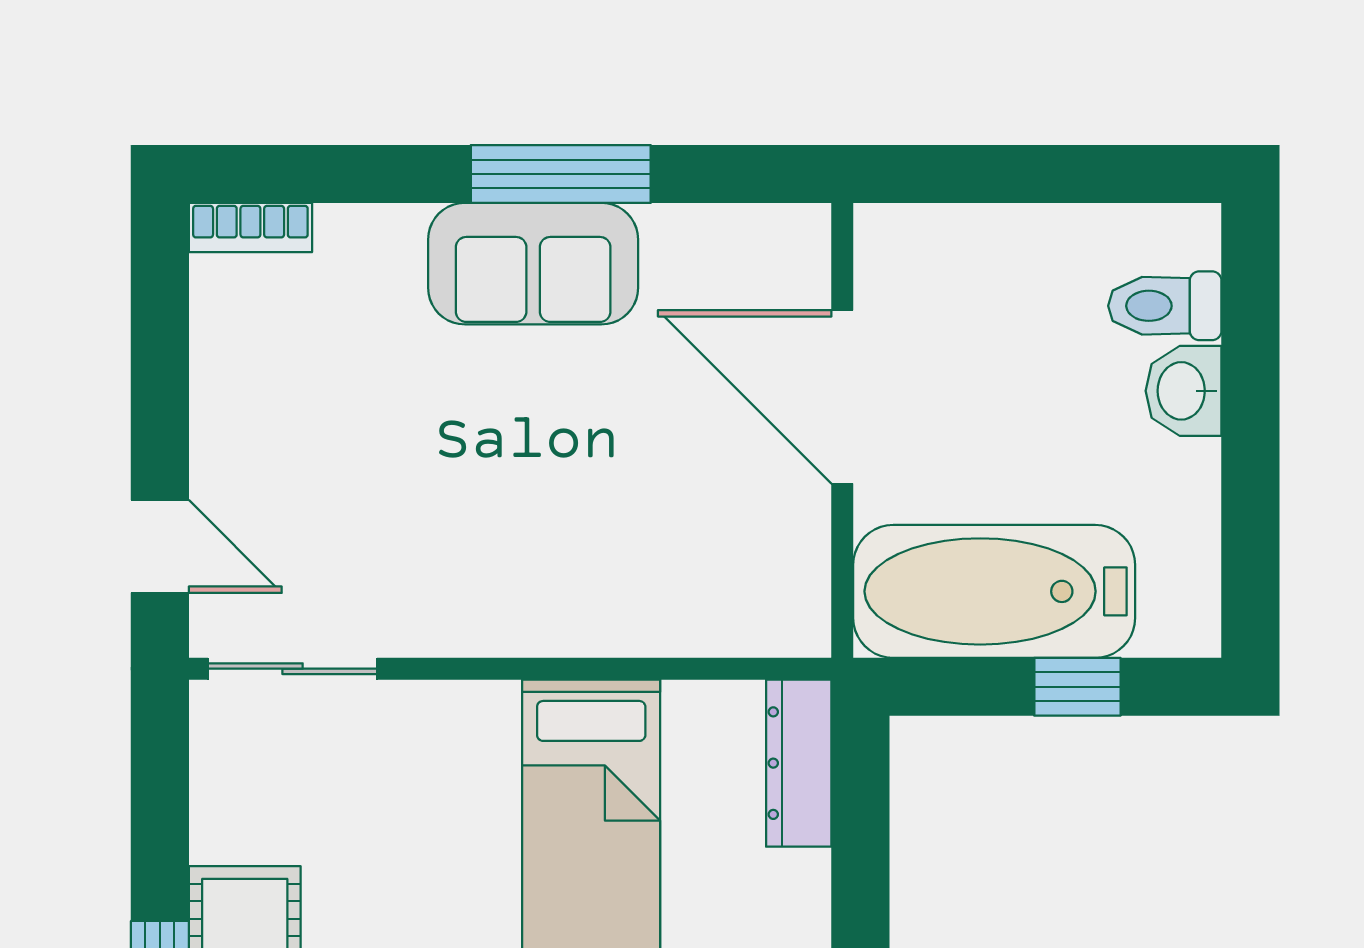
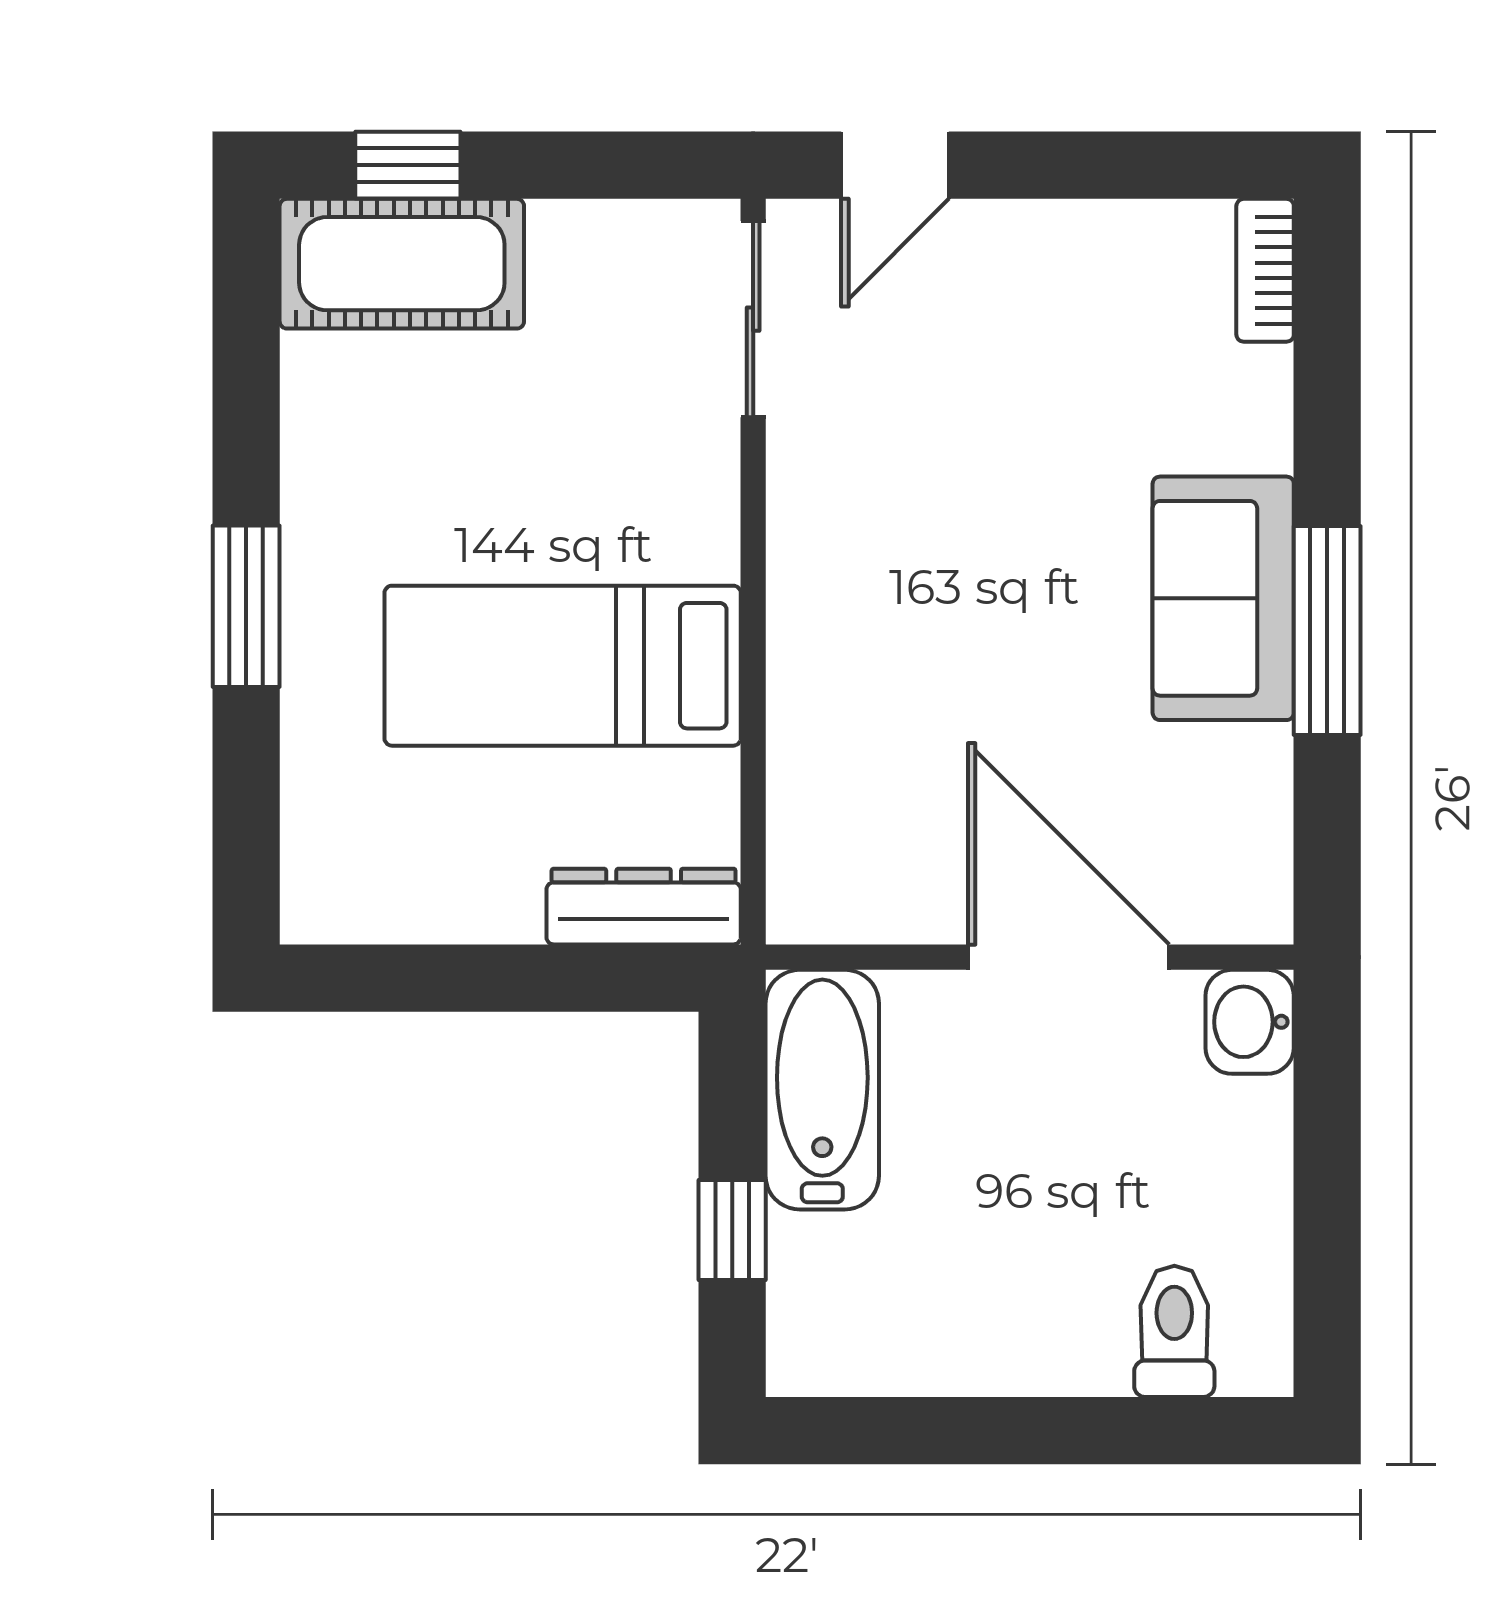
washbasin: (1183, 391) -> (1250, 1022), moved, turned -90
door: (842, 397) -> (1069, 957), hinge flipped
bathtub: (994, 591) -> (822, 1090), width x0.73, depth x0.73

